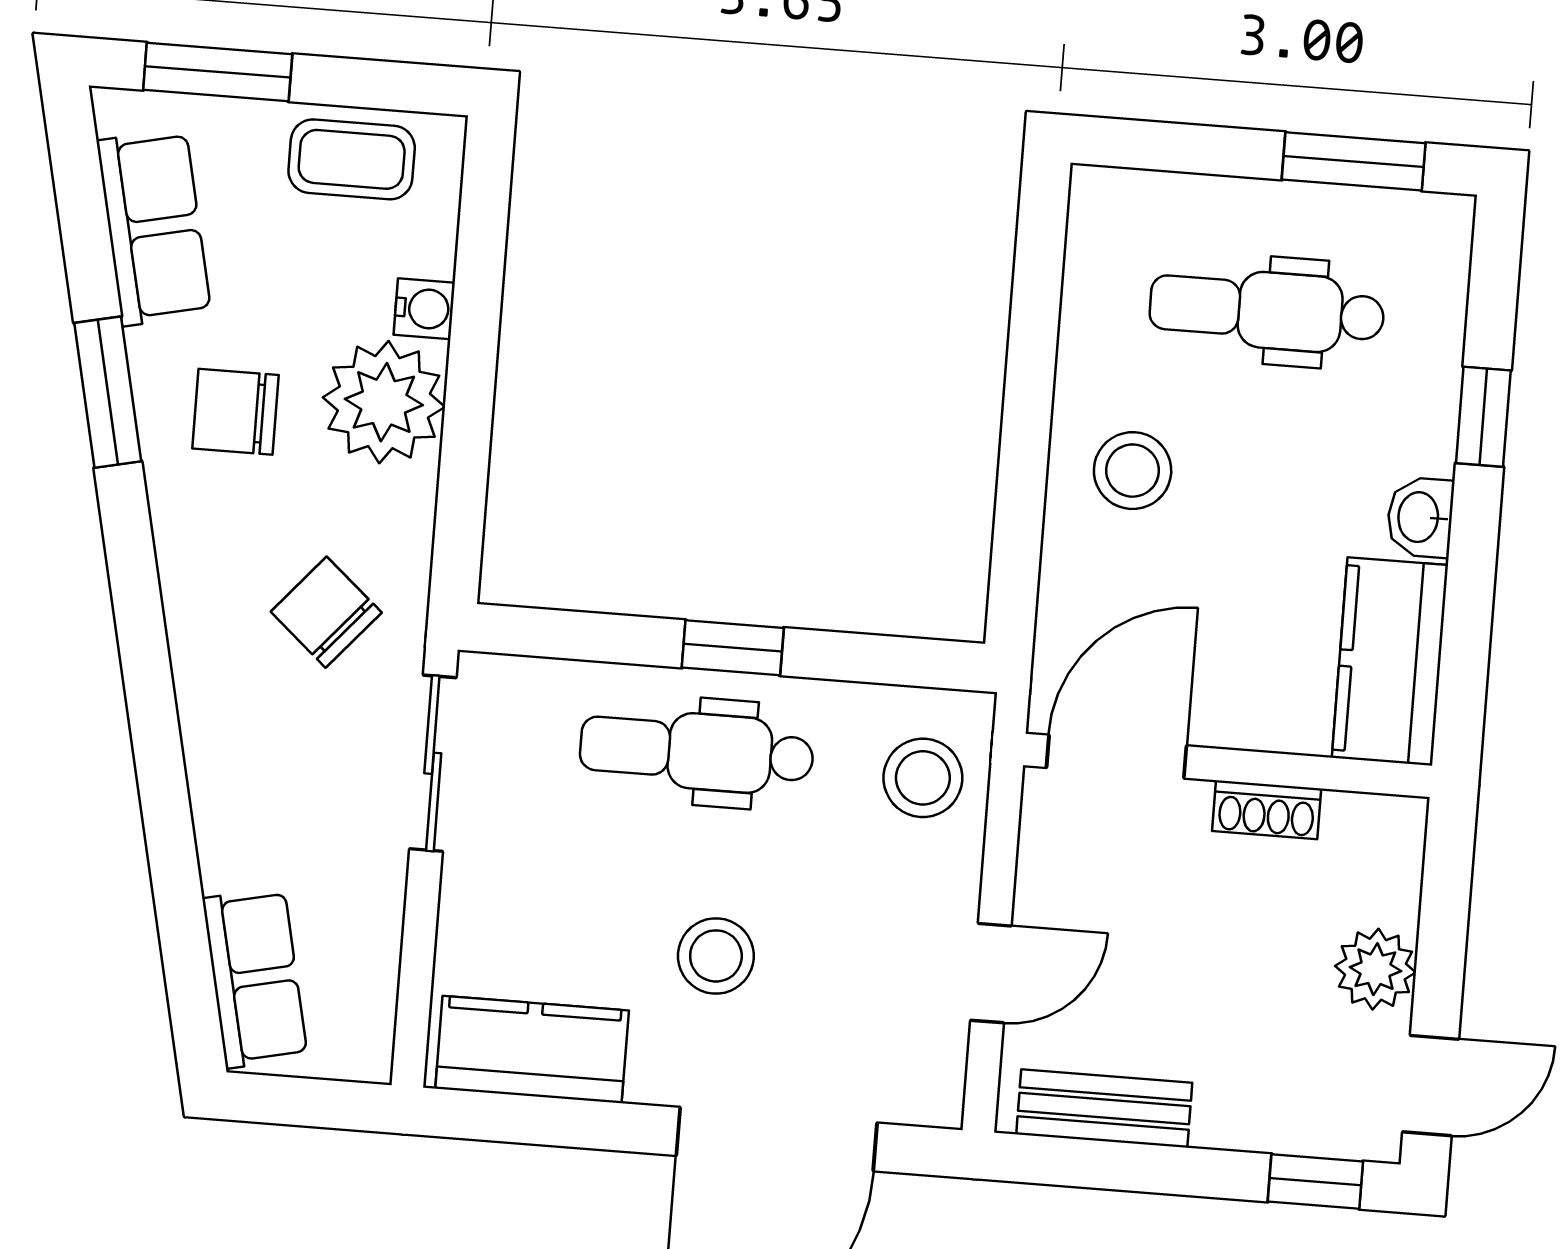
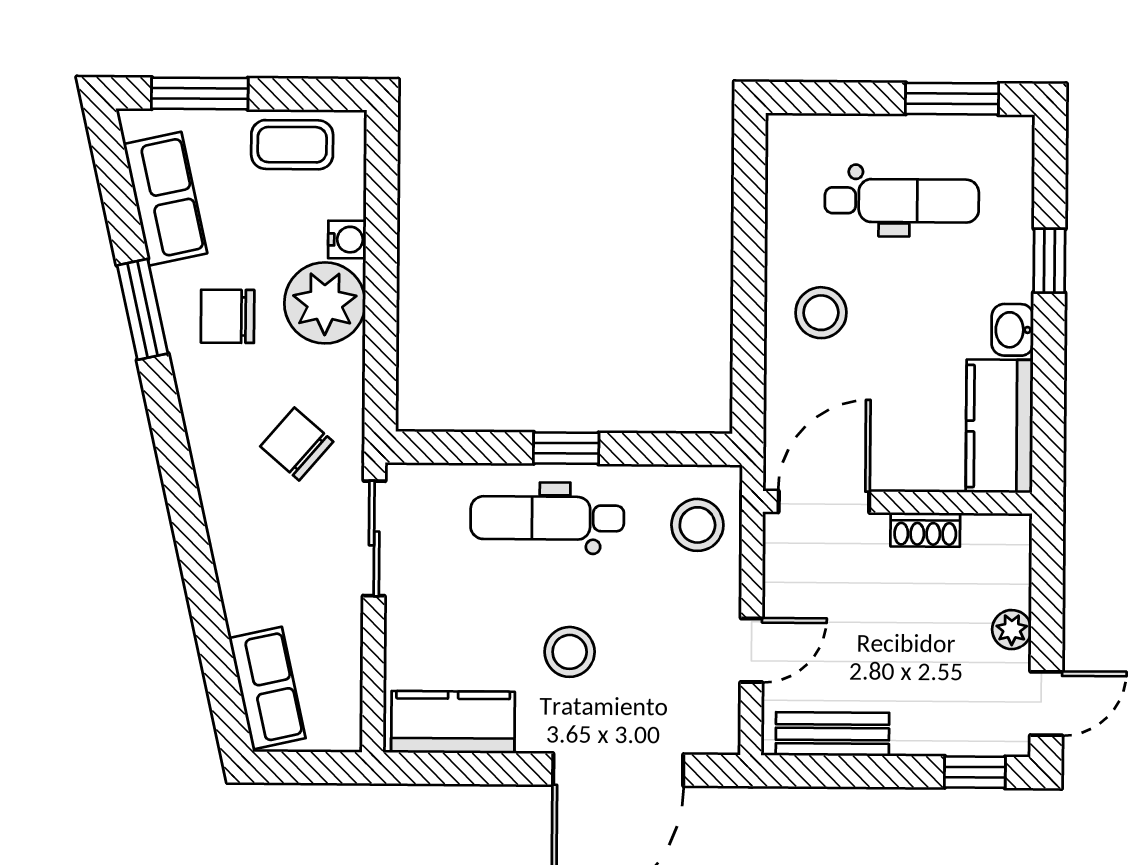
dental chair: (1267, 310) -> (902, 201), turned 180
plant: (1375, 969) -> (1012, 630), width x0.73, depth x0.73

